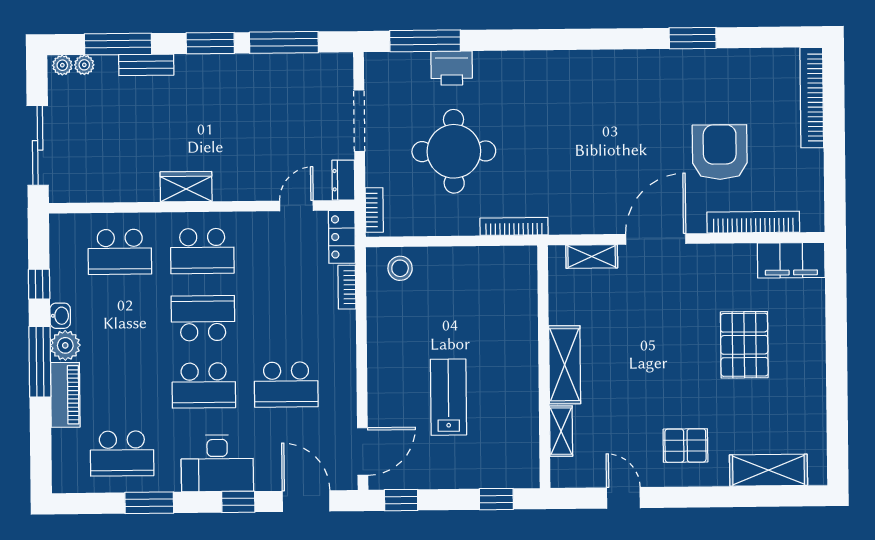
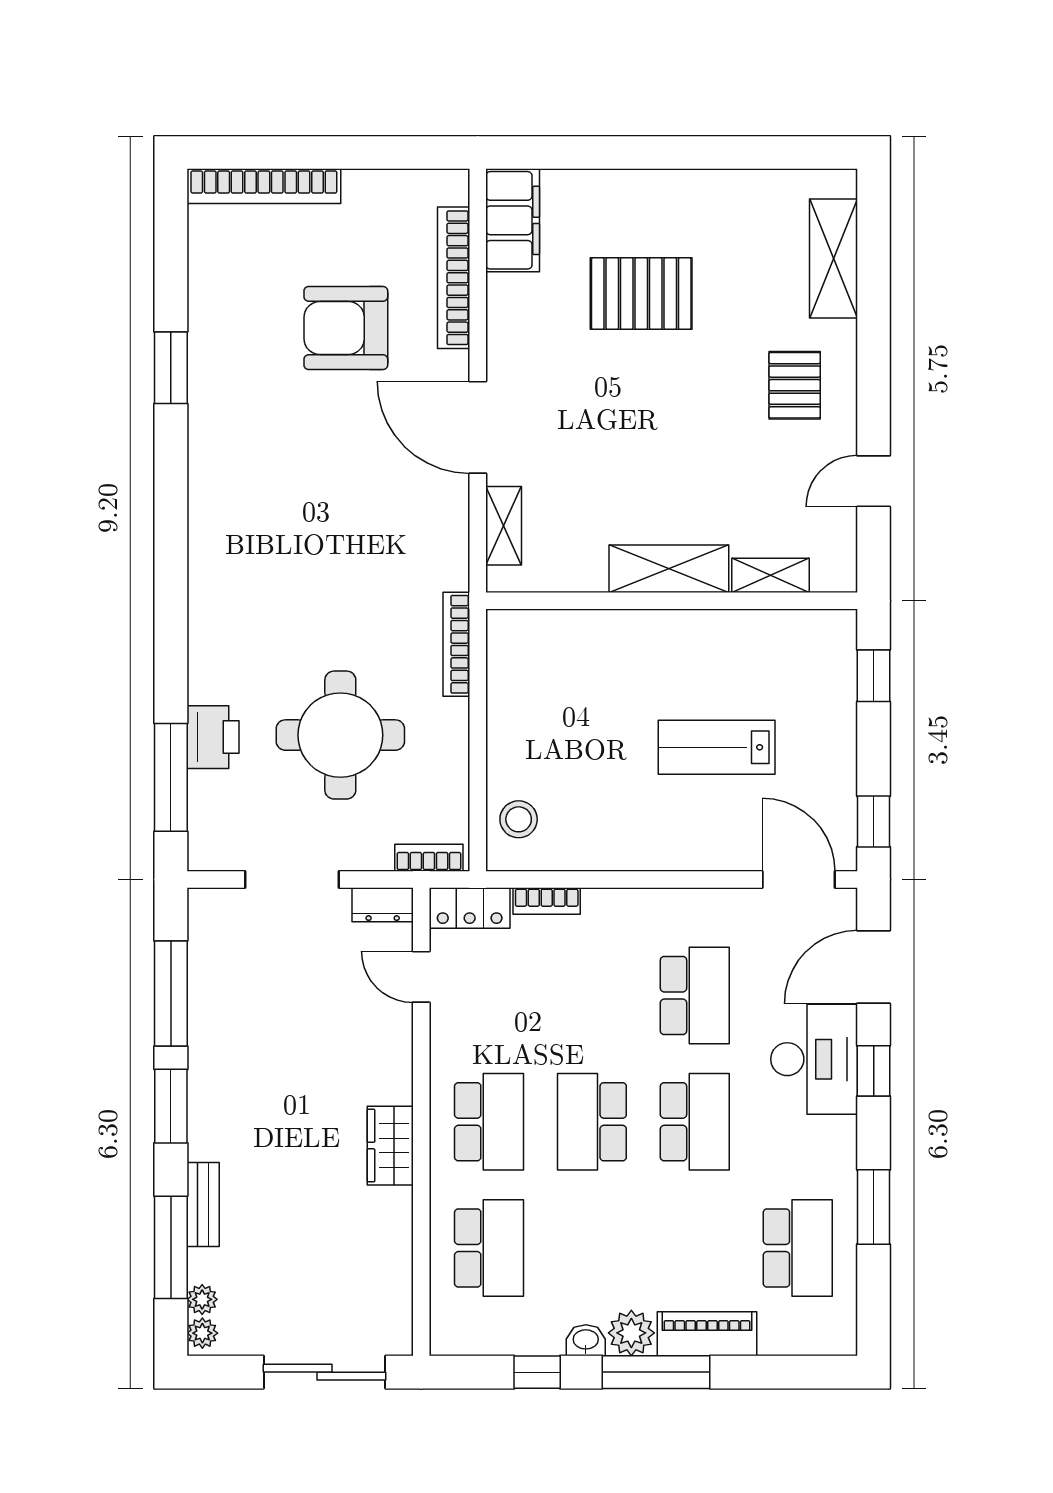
desk: (217, 463) -> (814, 1059), moved

